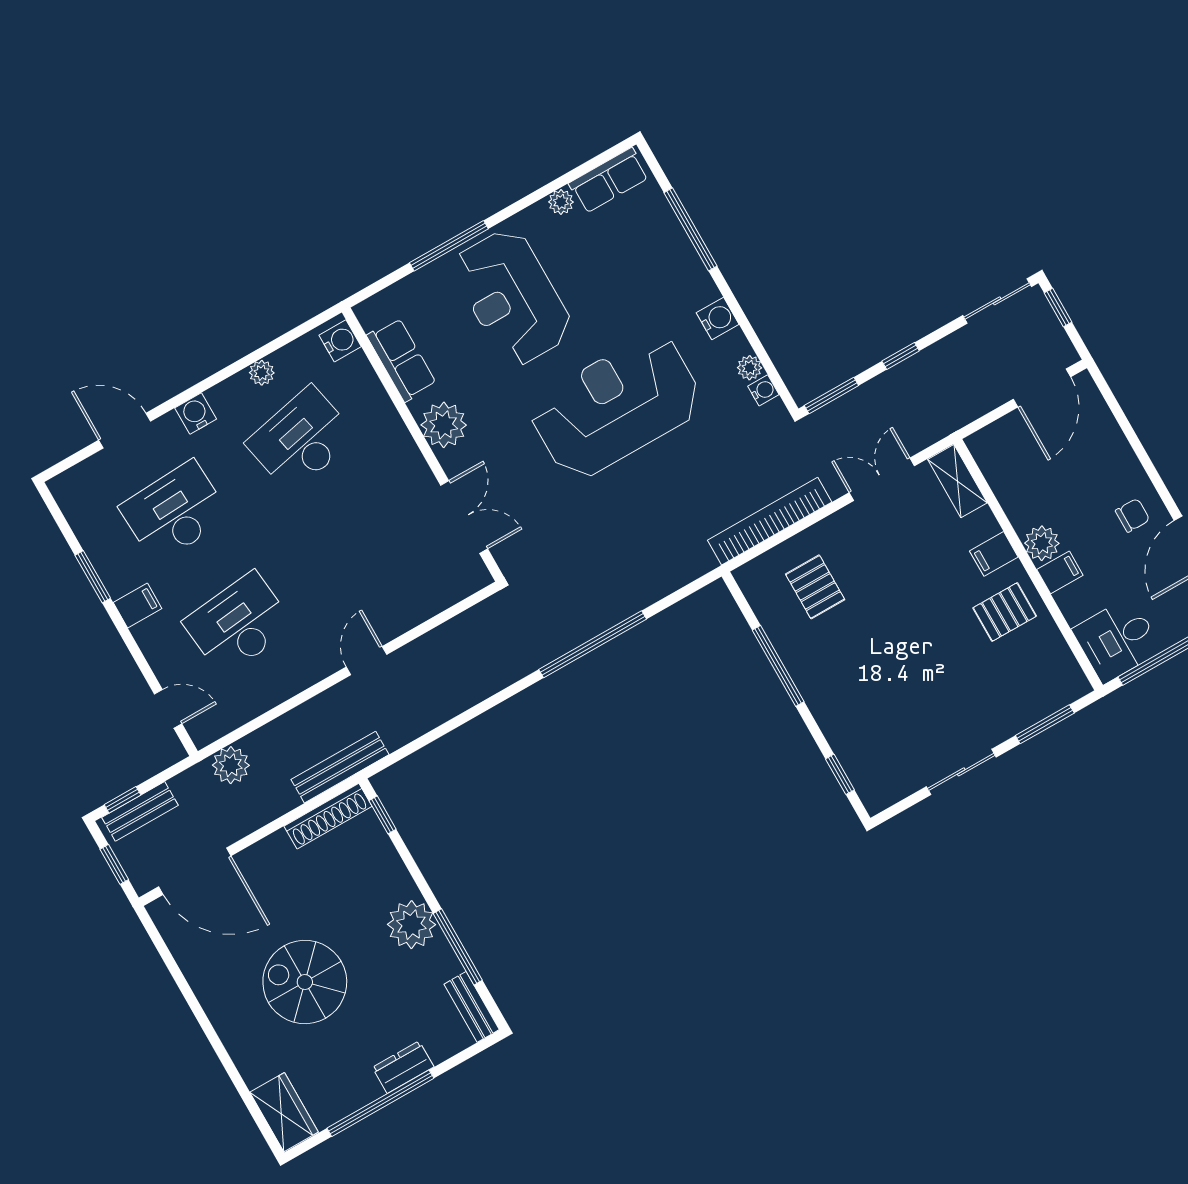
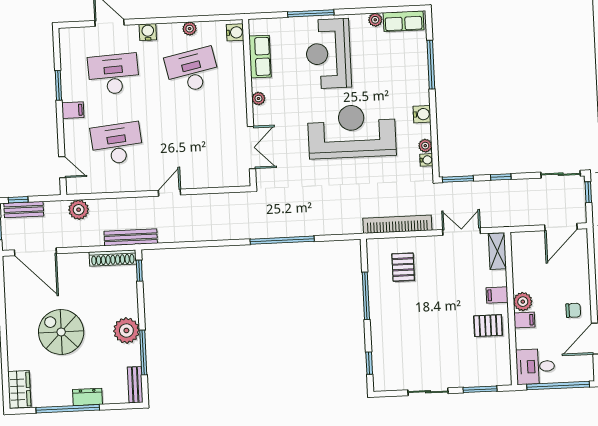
plant: (444, 425) -> (258, 99), width x0.53, depth x0.53

